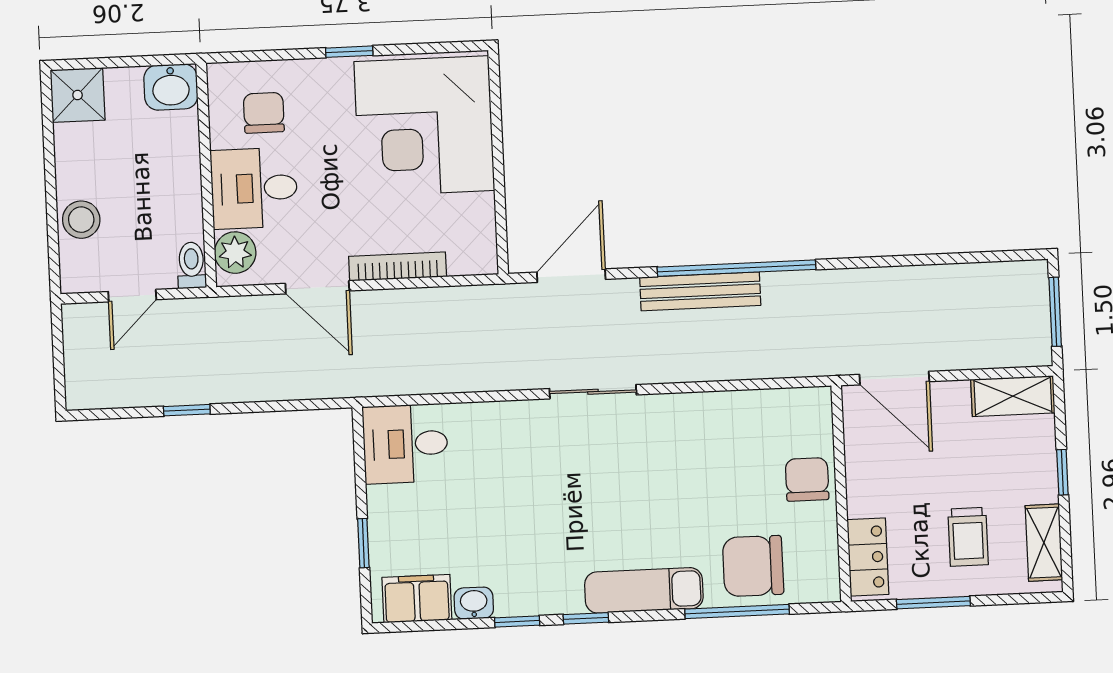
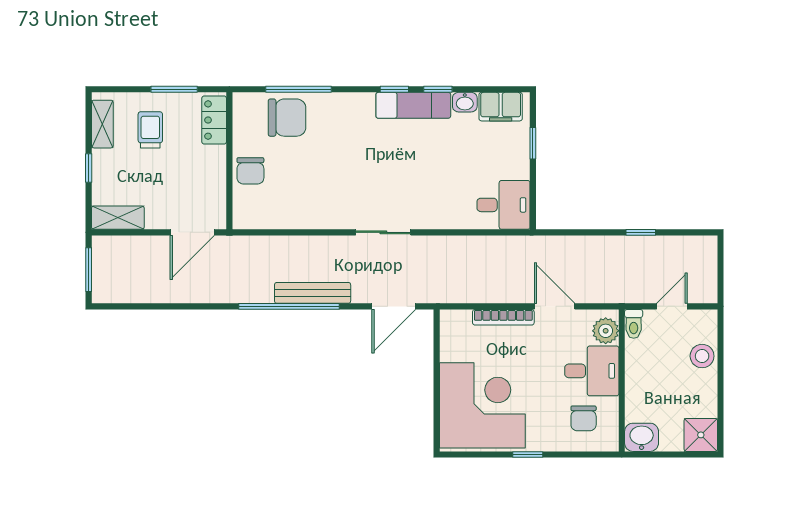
door: (894, 378) -> (192, 232), swing flipped
exam couch: (644, 590) -> (413, 105), moved

